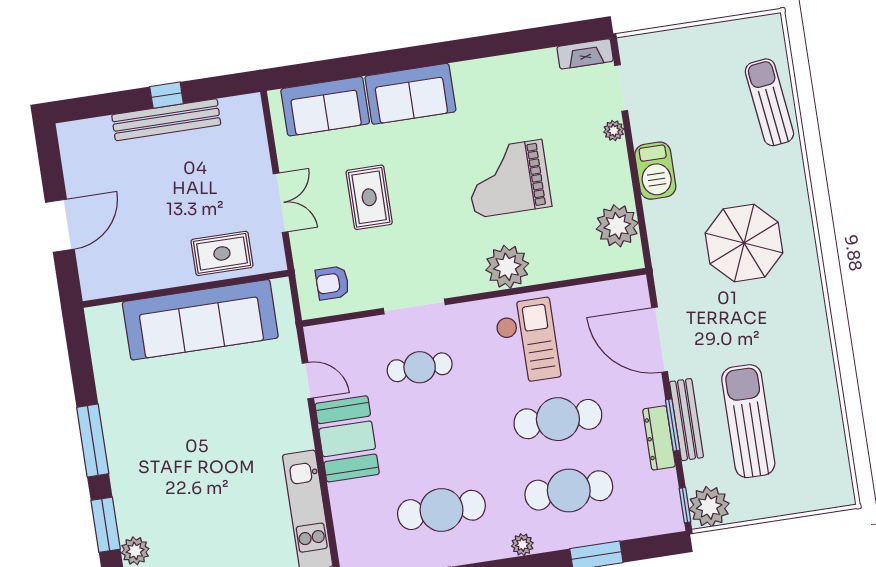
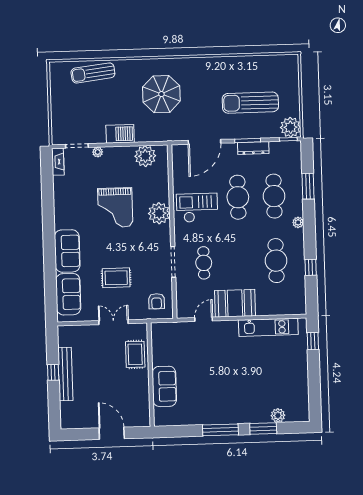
sofa: (200, 320) -> (164, 386), width x0.54, depth x0.79
bench: (686, 420) -> (246, 133), removed

